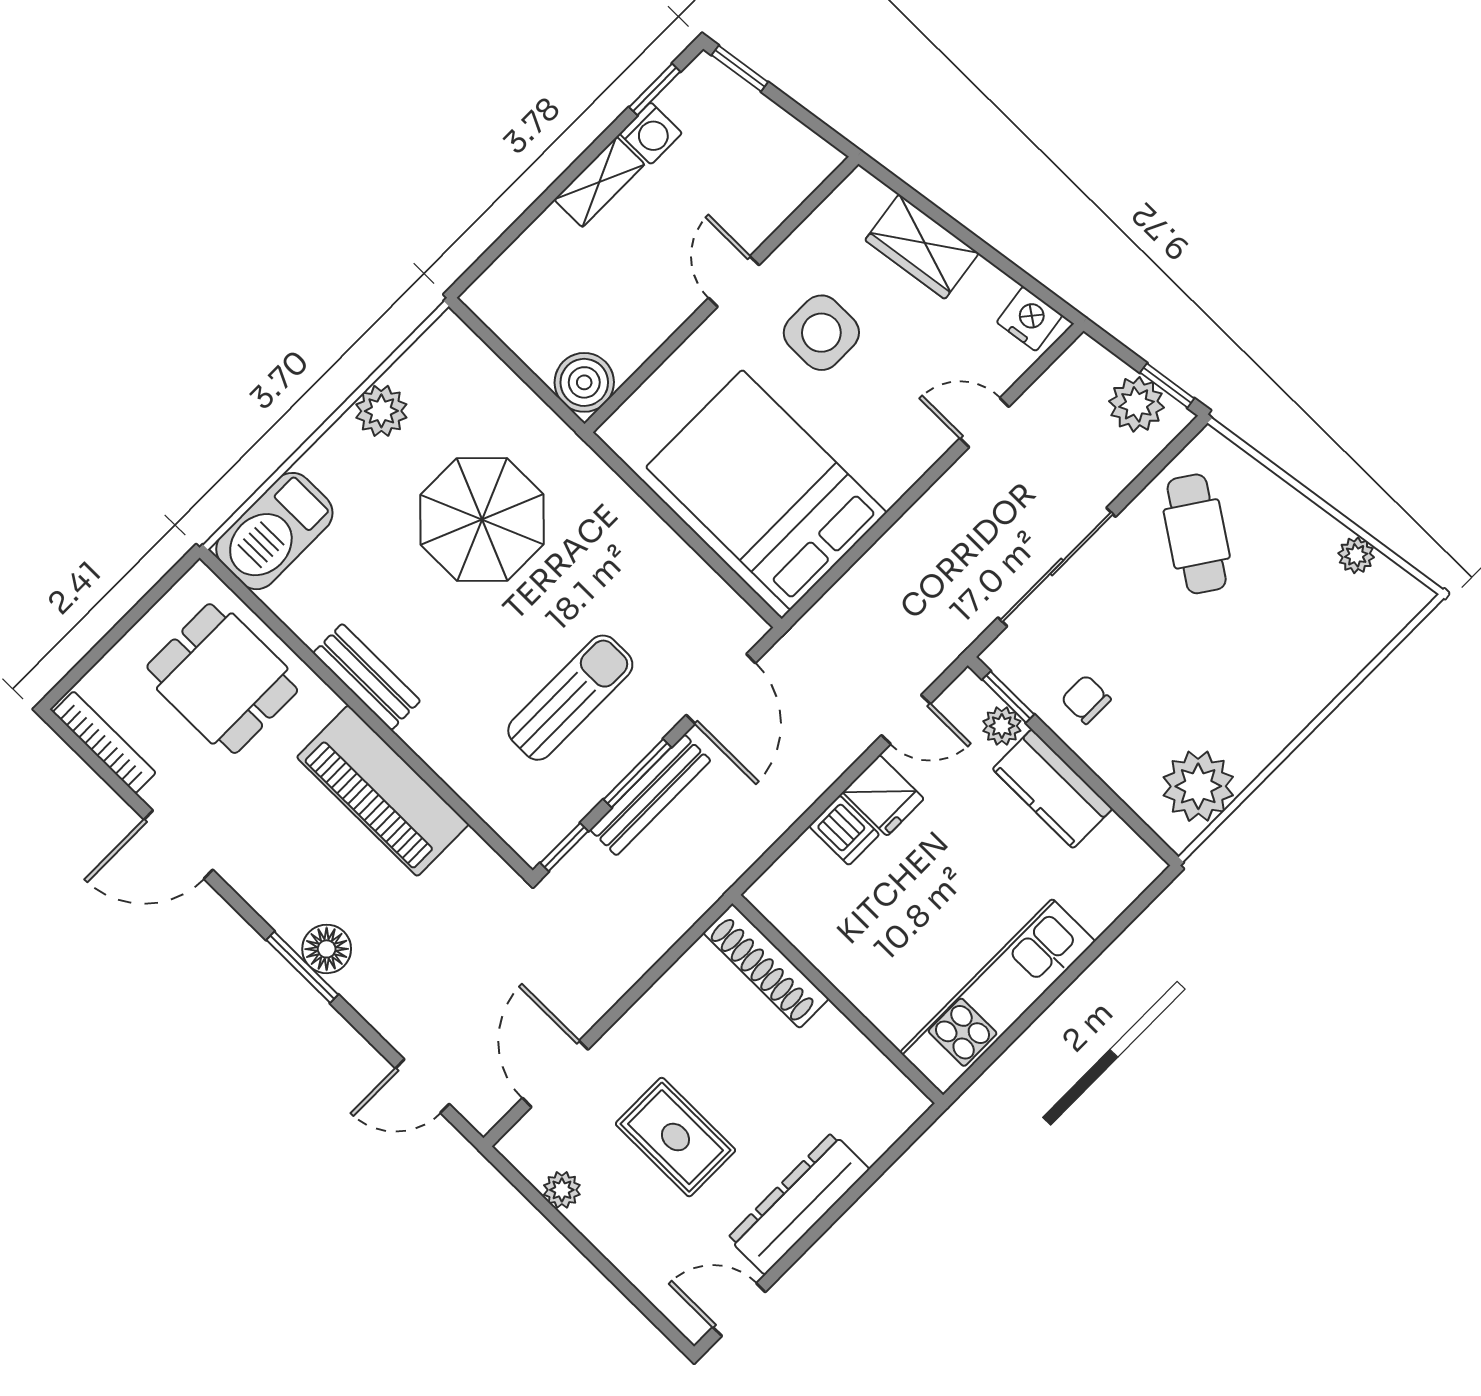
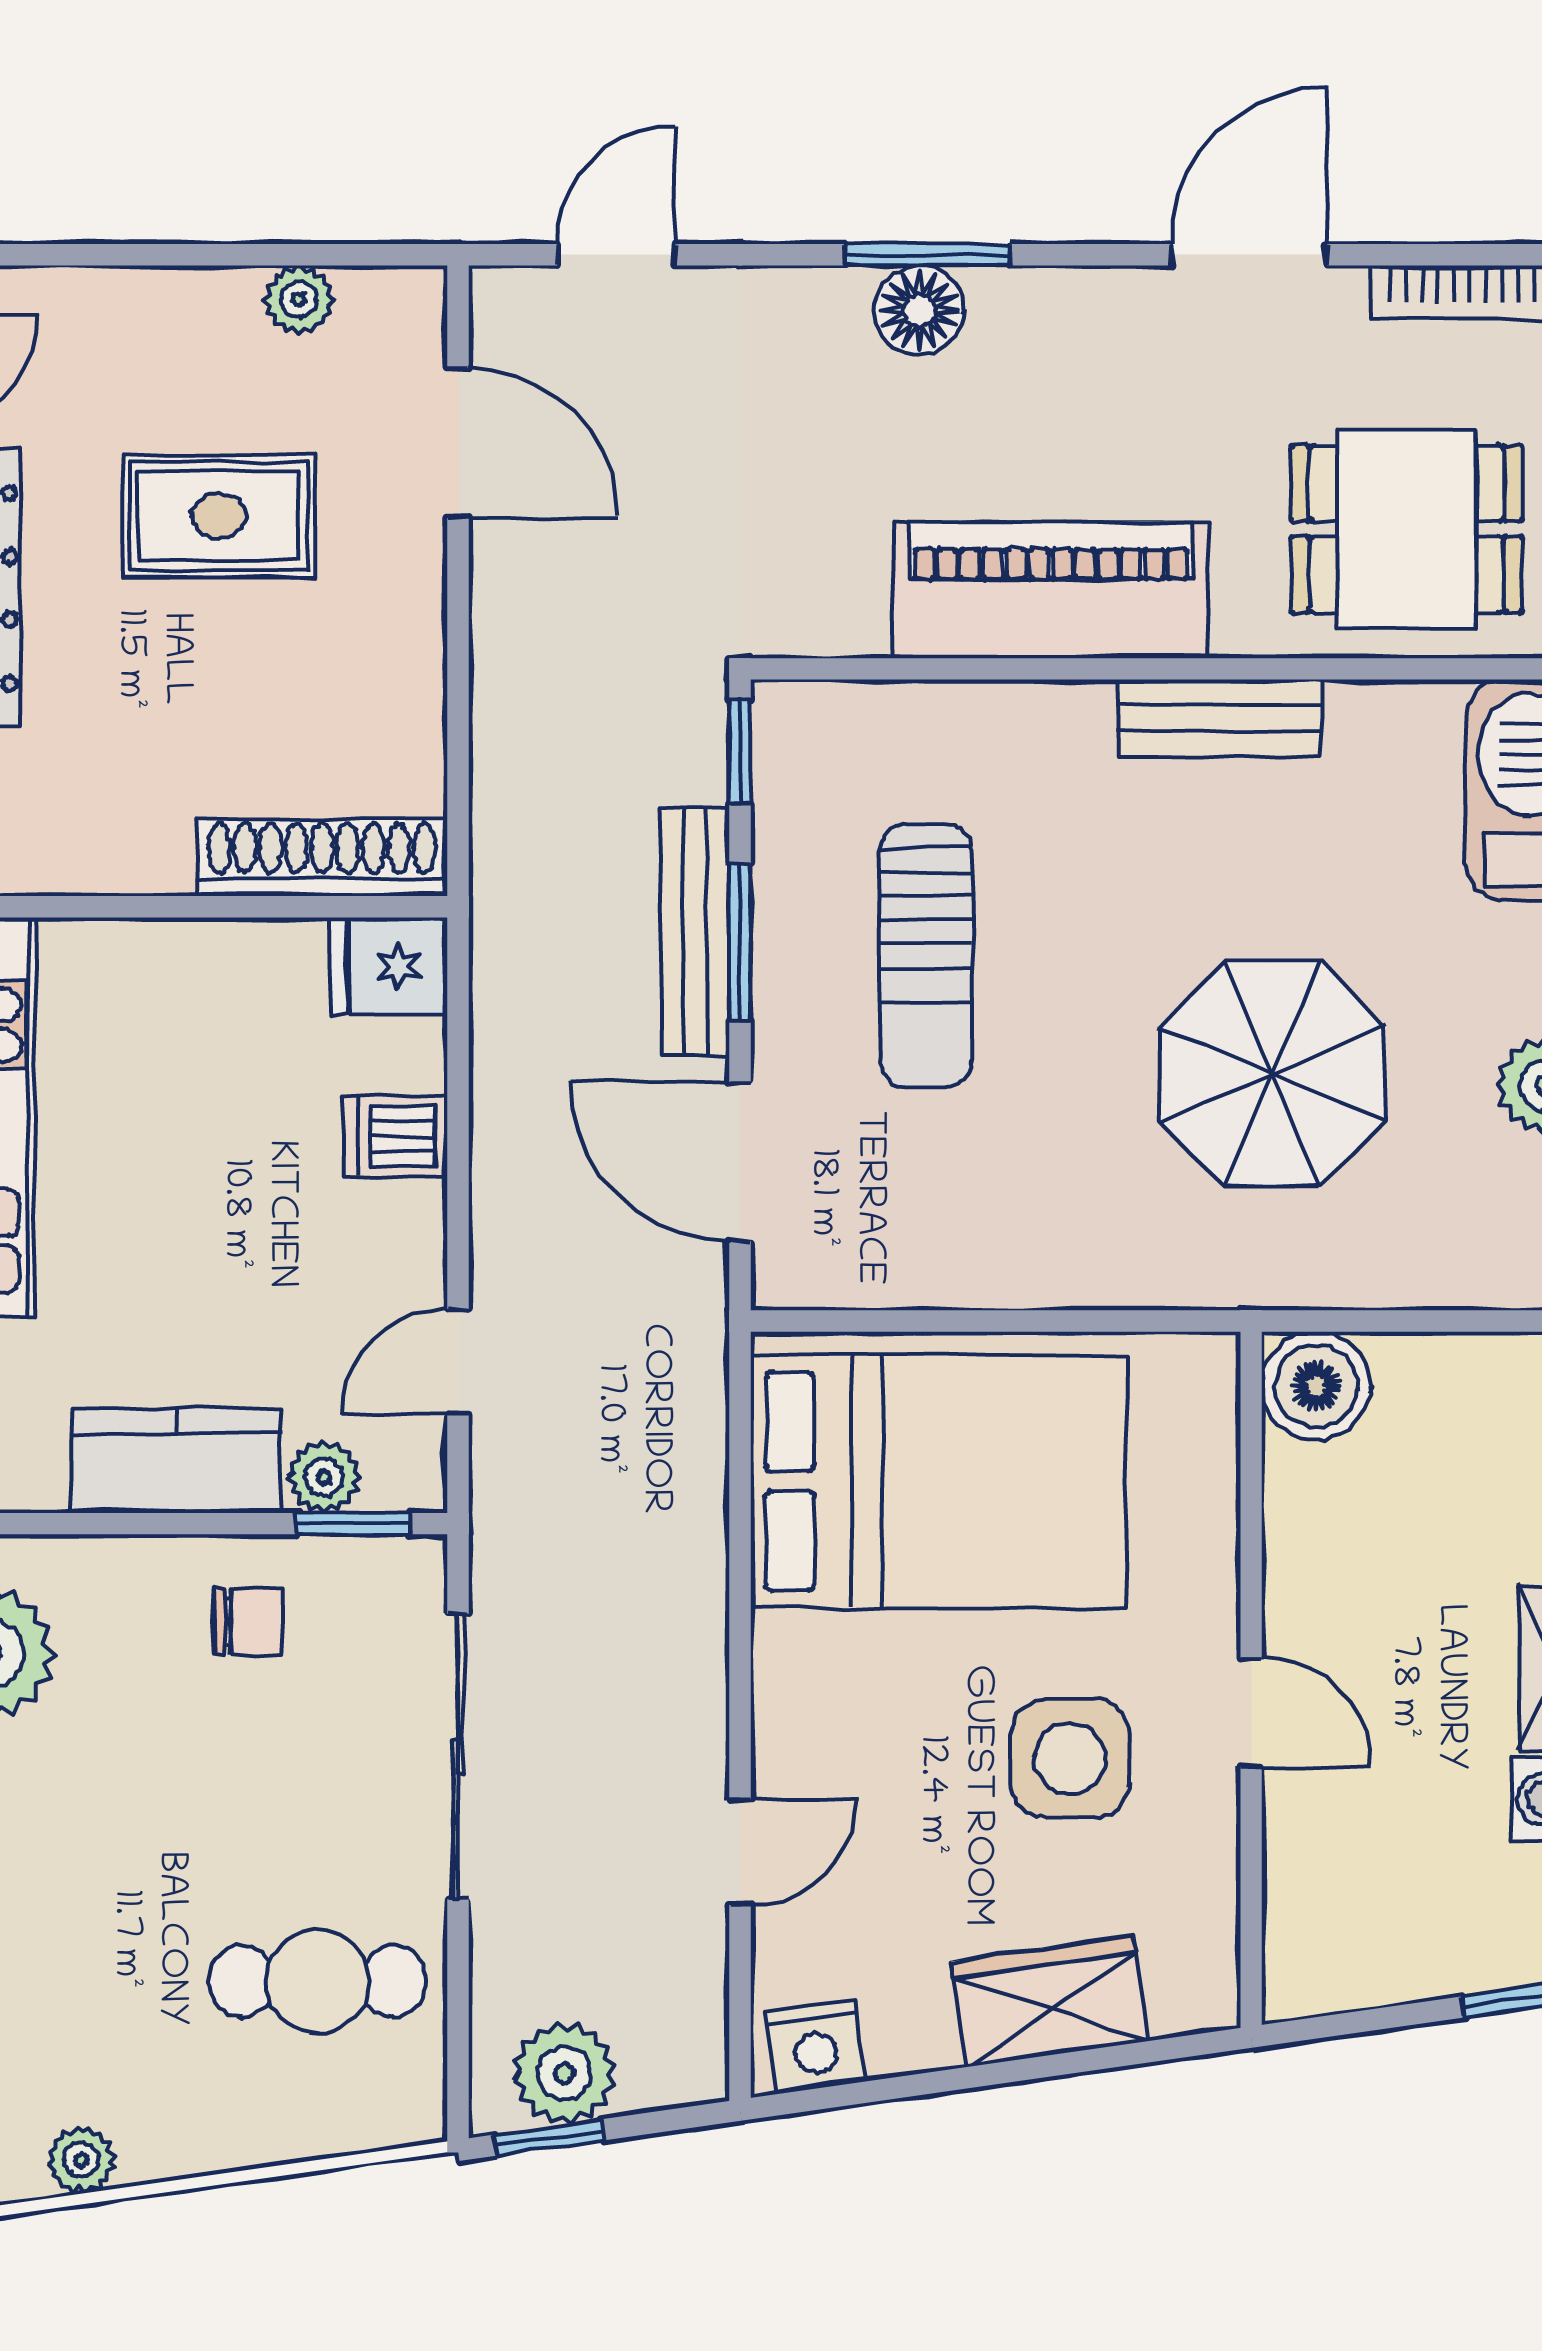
cafe table: (1197, 534) -> (318, 1981), turned -34
fridge: (883, 795) -> (389, 966), moved

